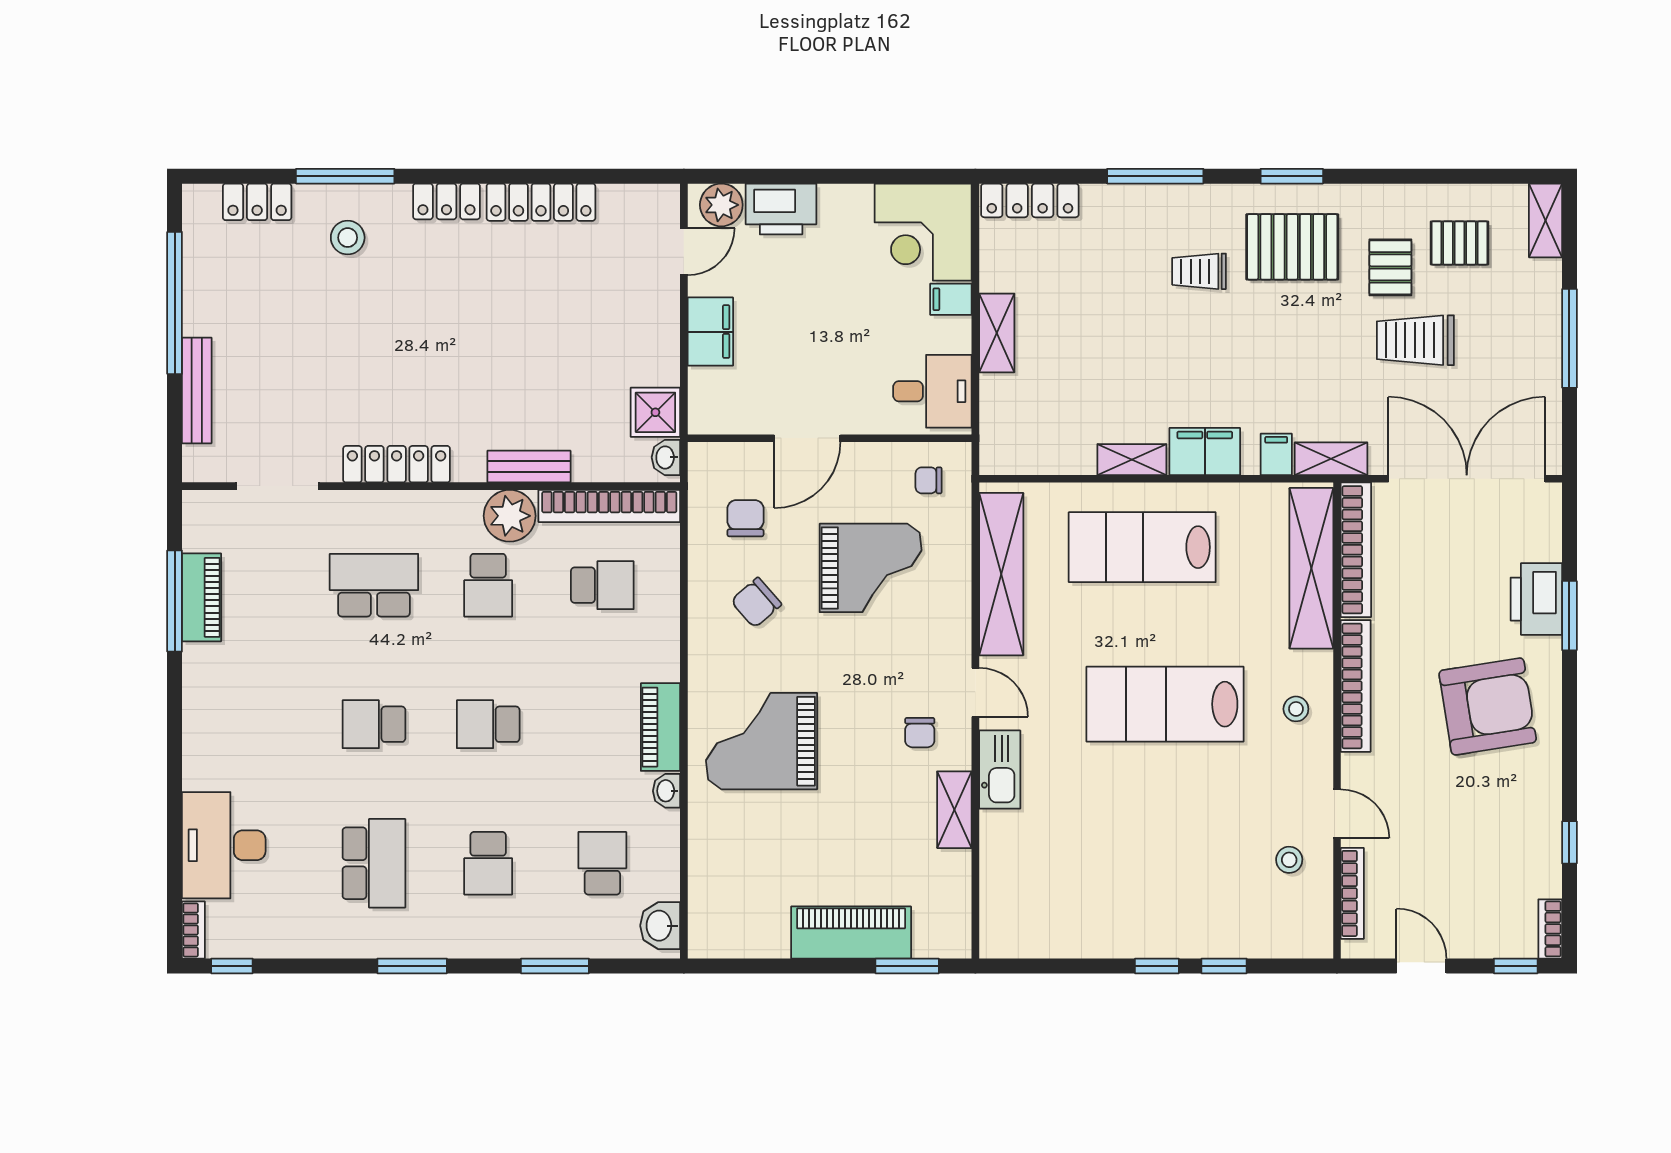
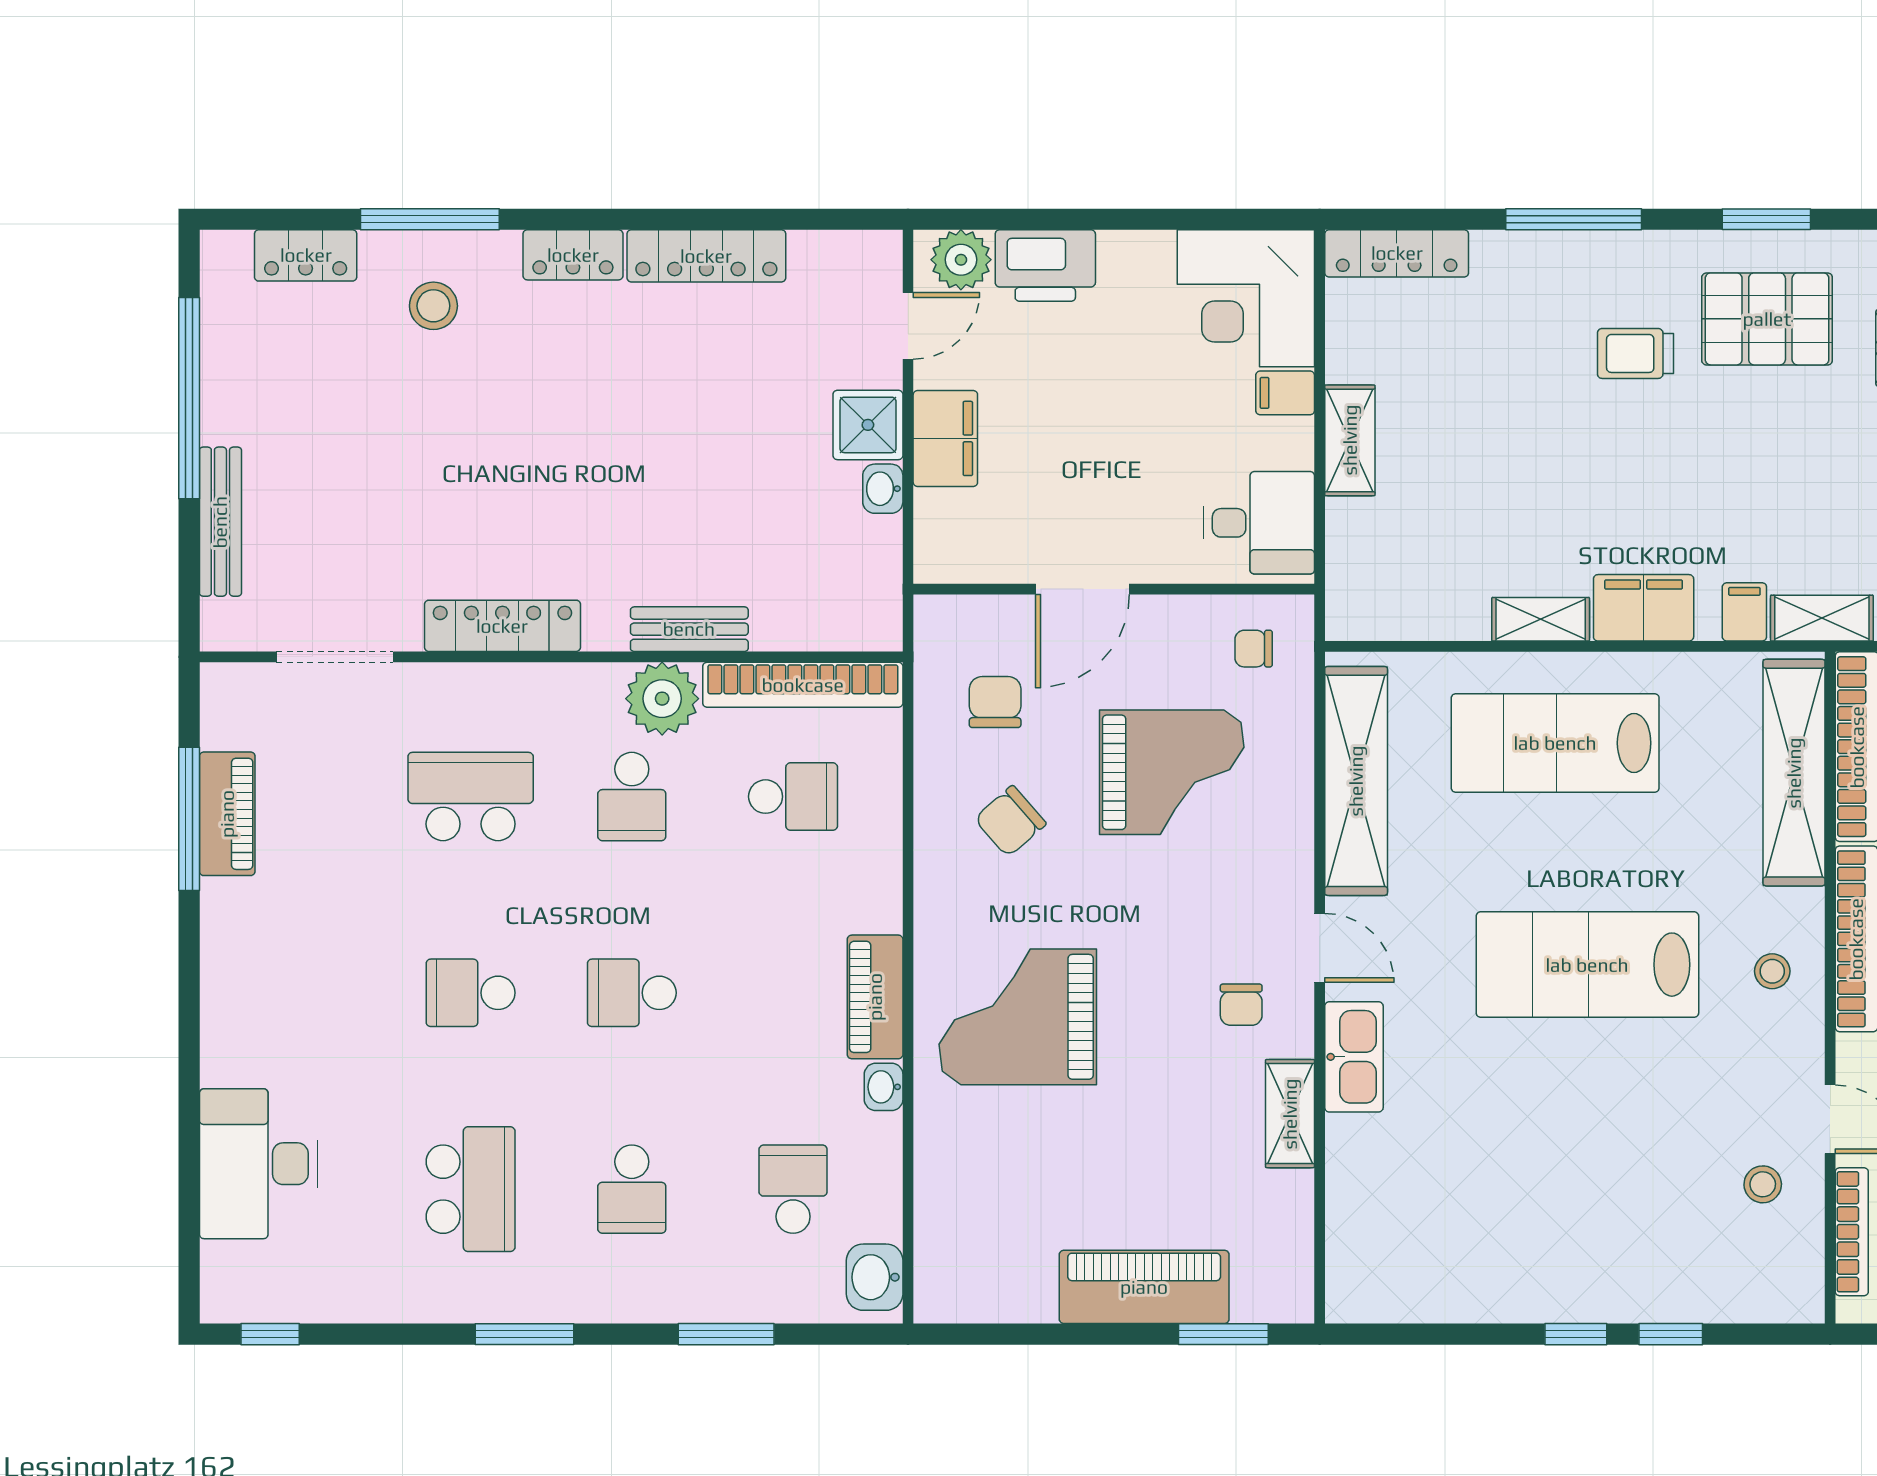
shower: (655, 412) -> (868, 425), moved
washbasin: (666, 457) -> (883, 489), moved
bookcase: (193, 930) -> (216, 1283), removed

